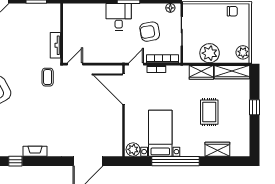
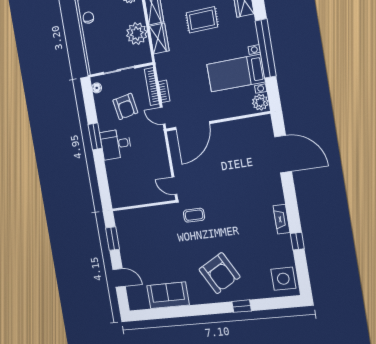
tv unit: (55, 45) -> (158, 211), removed

